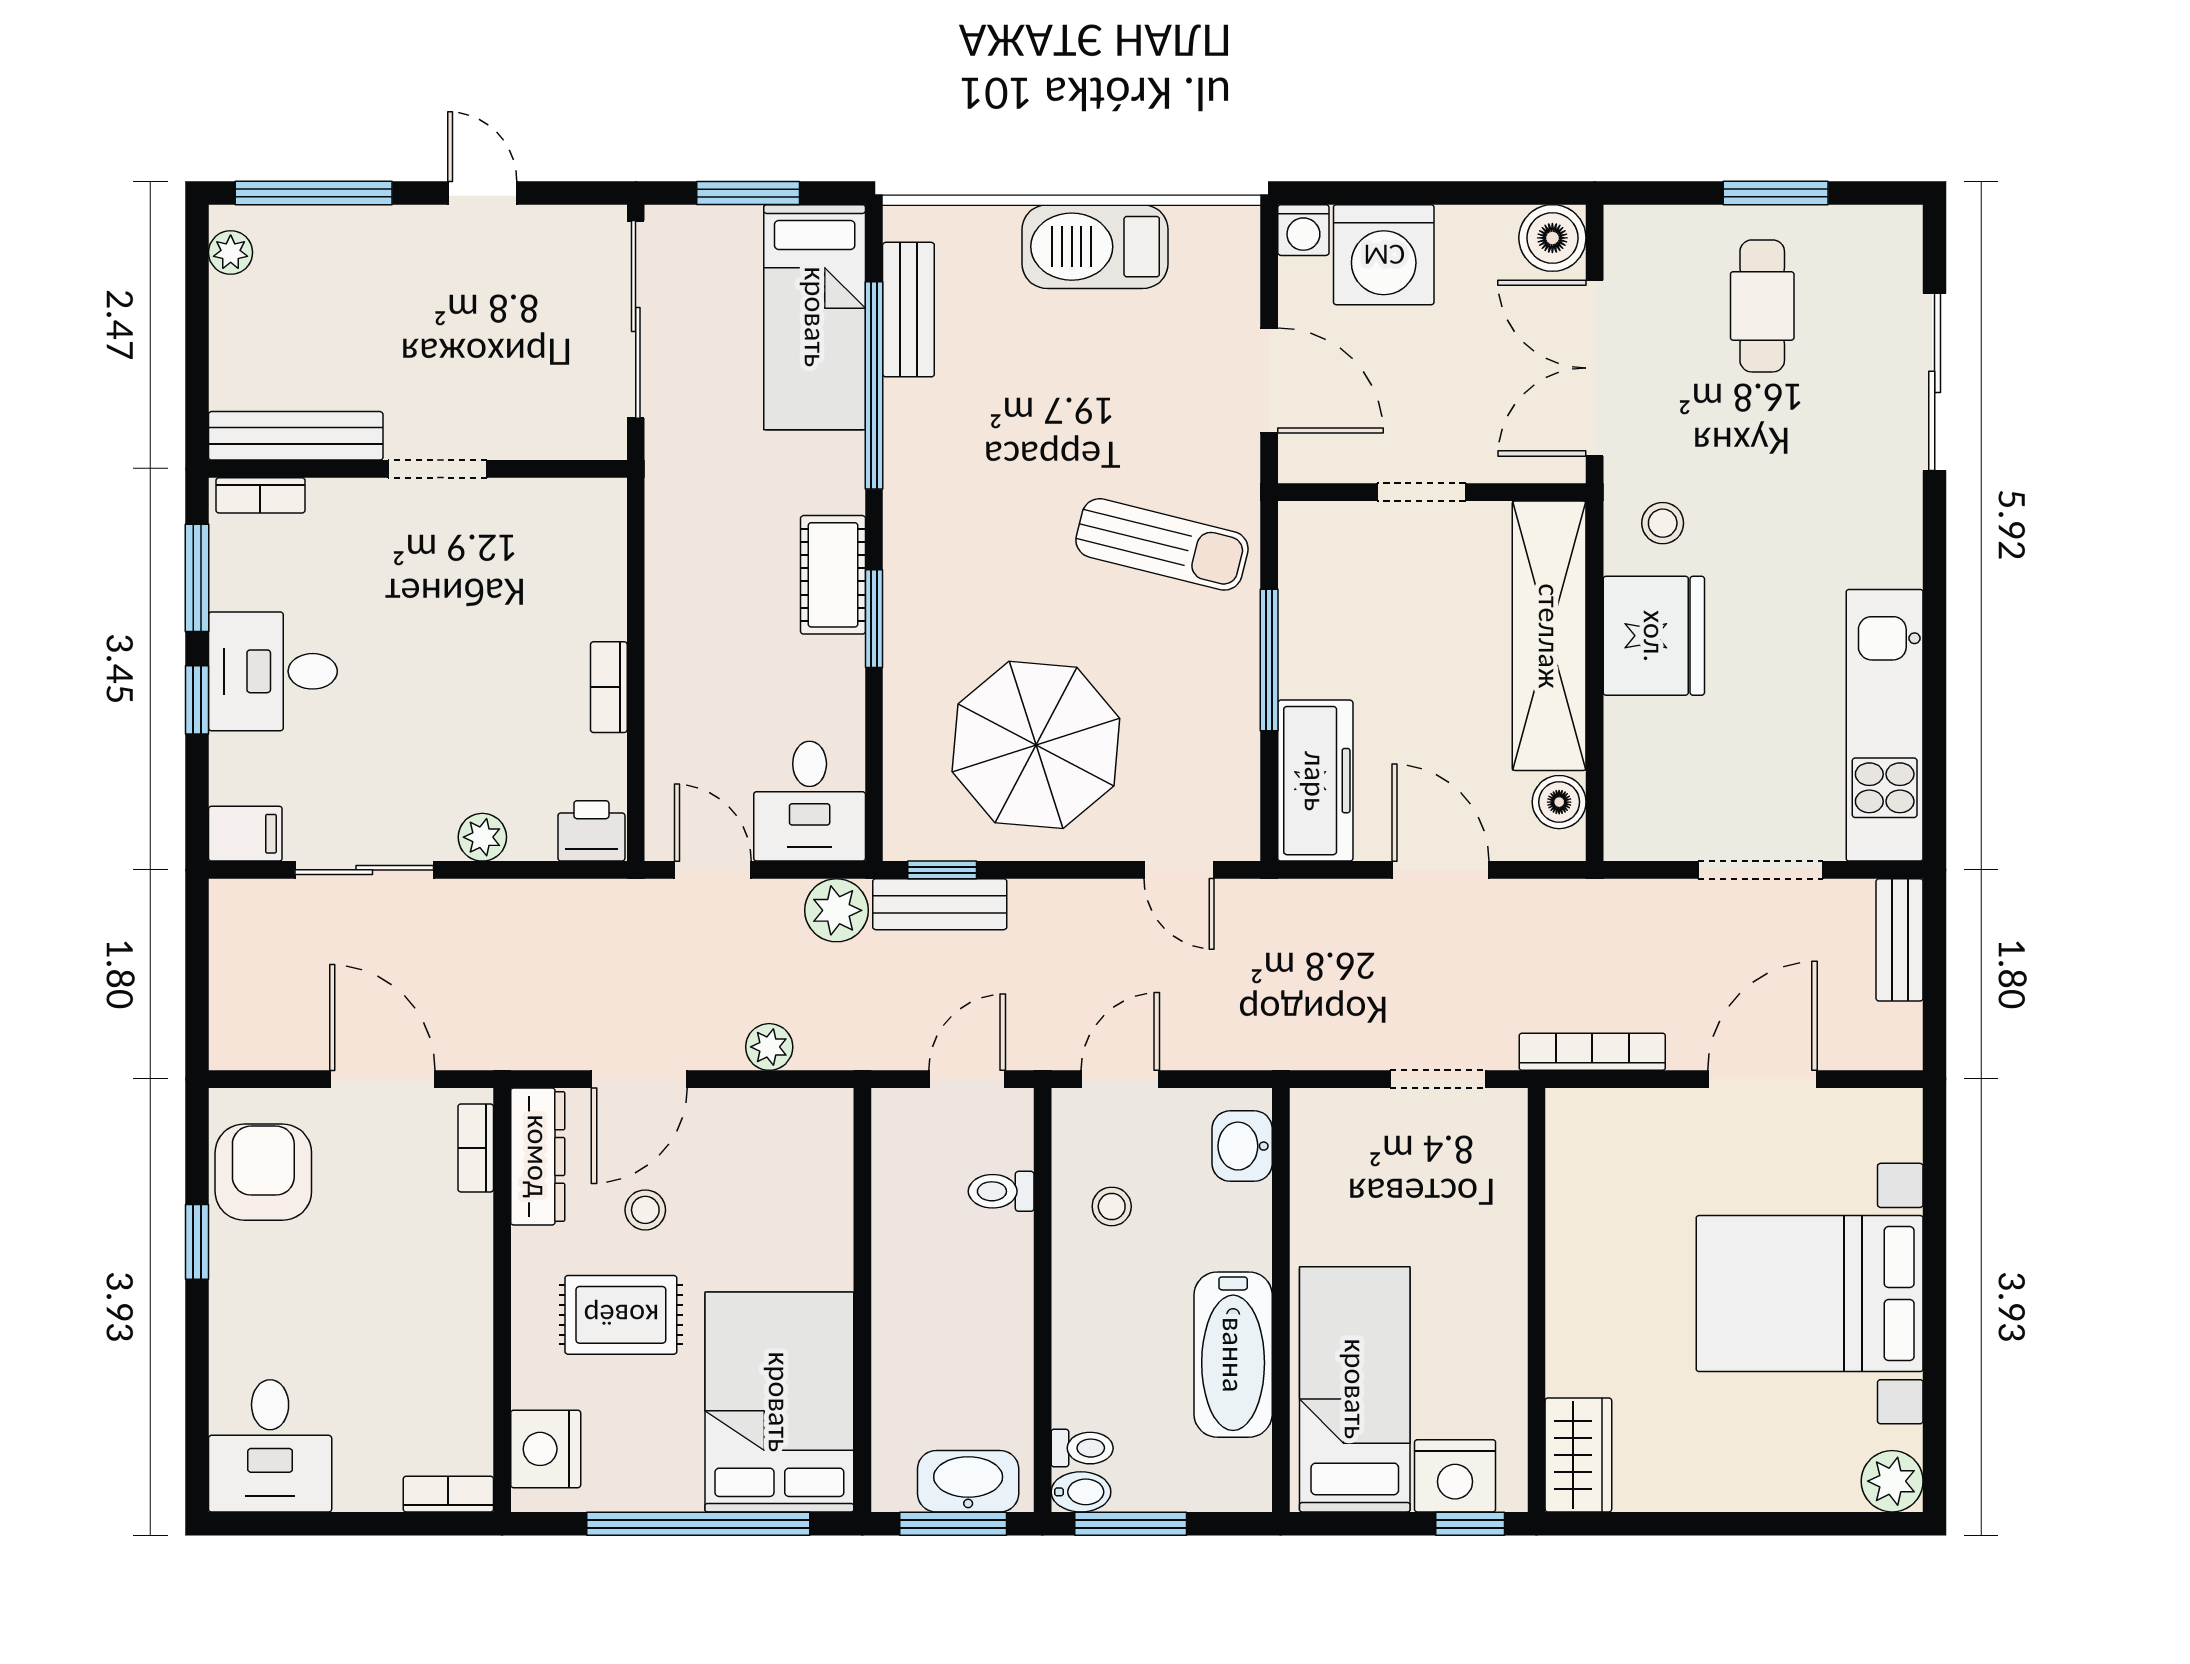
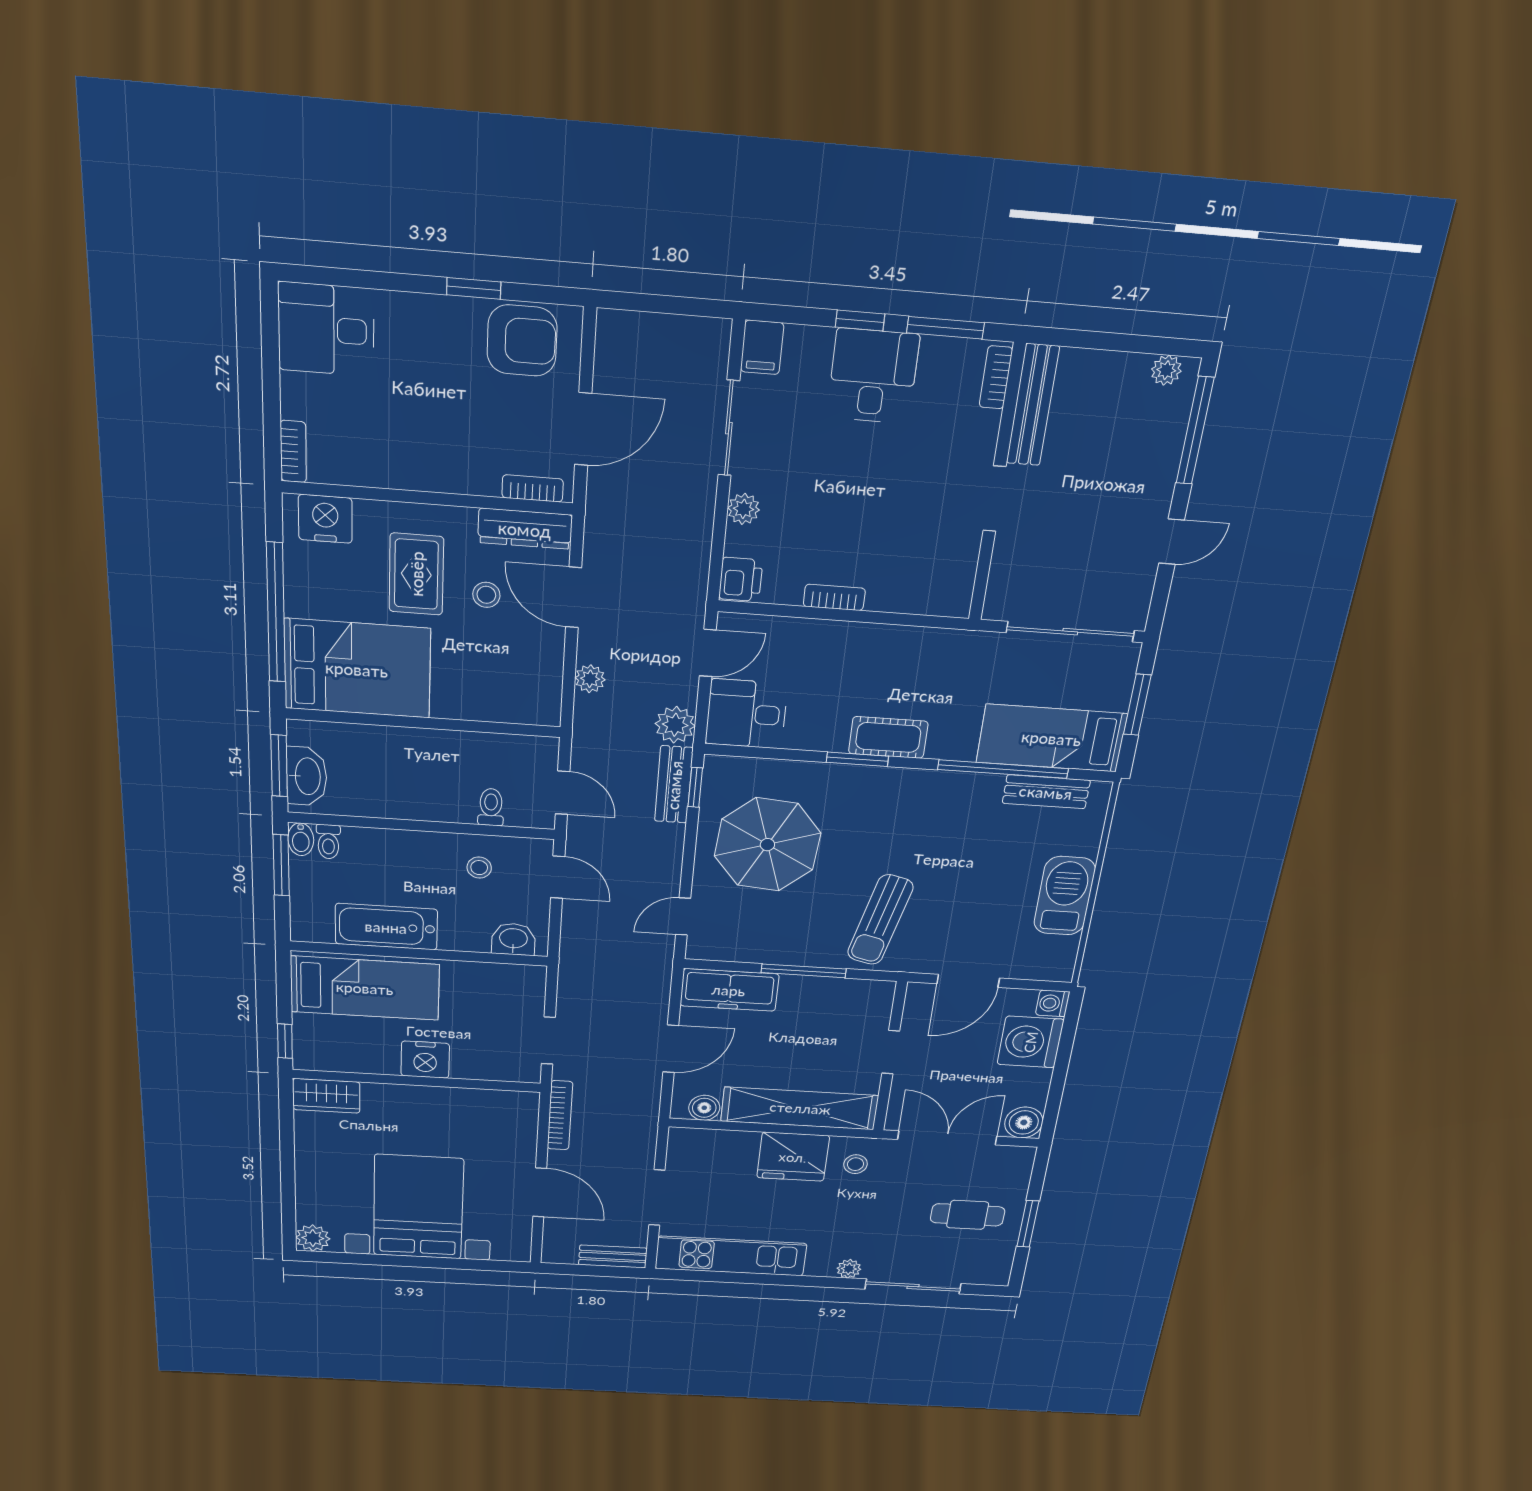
plant: (1901, 506) -> (849, 1269), added
nightstand: (1455, 1476) -> (425, 1060), moved, turned -90

